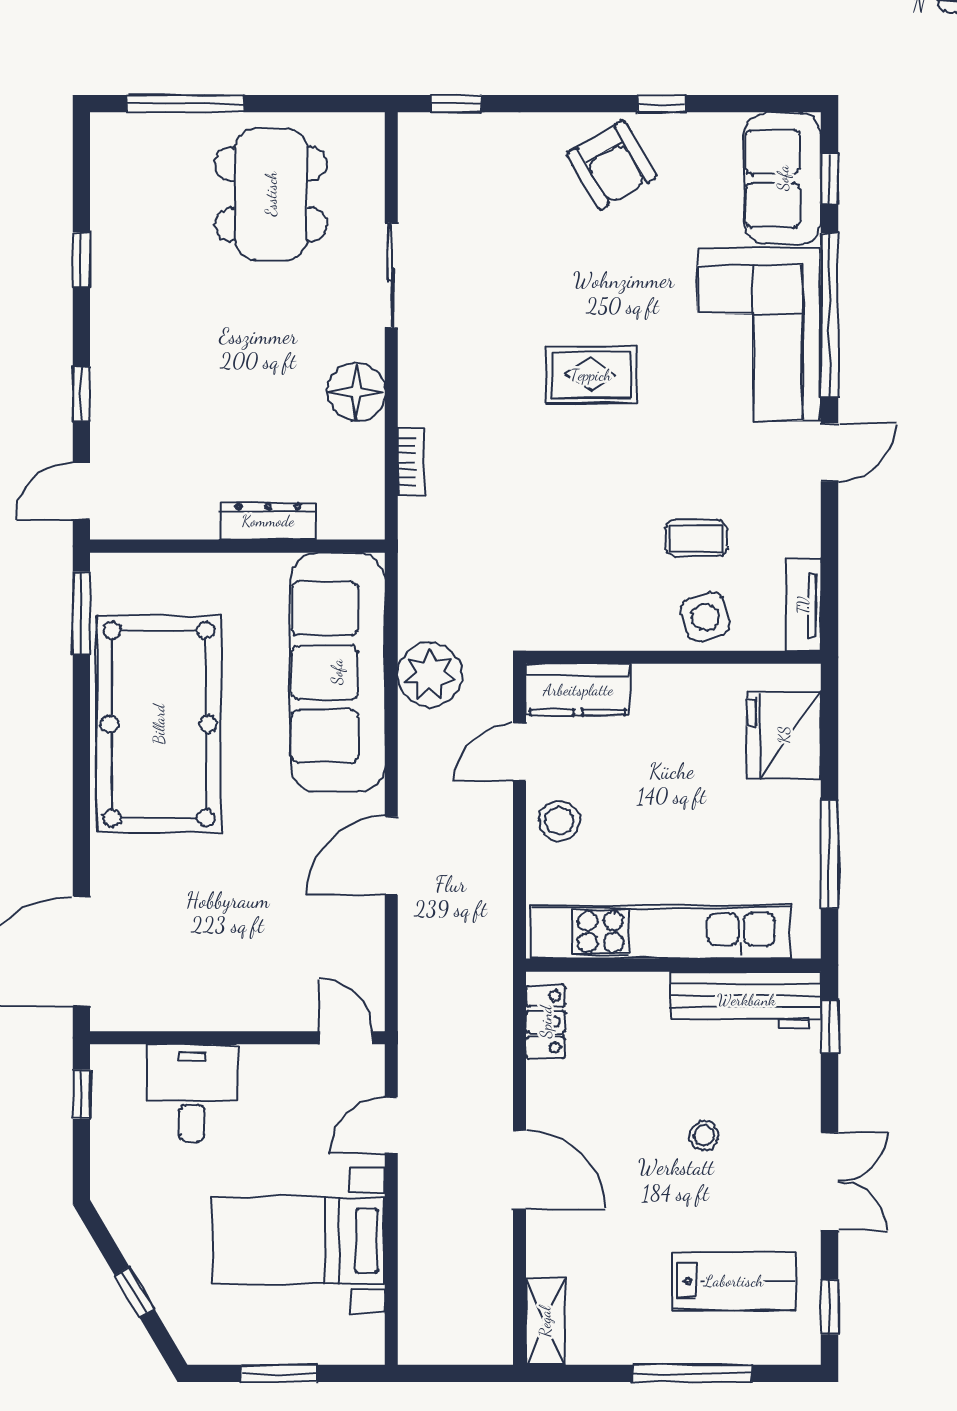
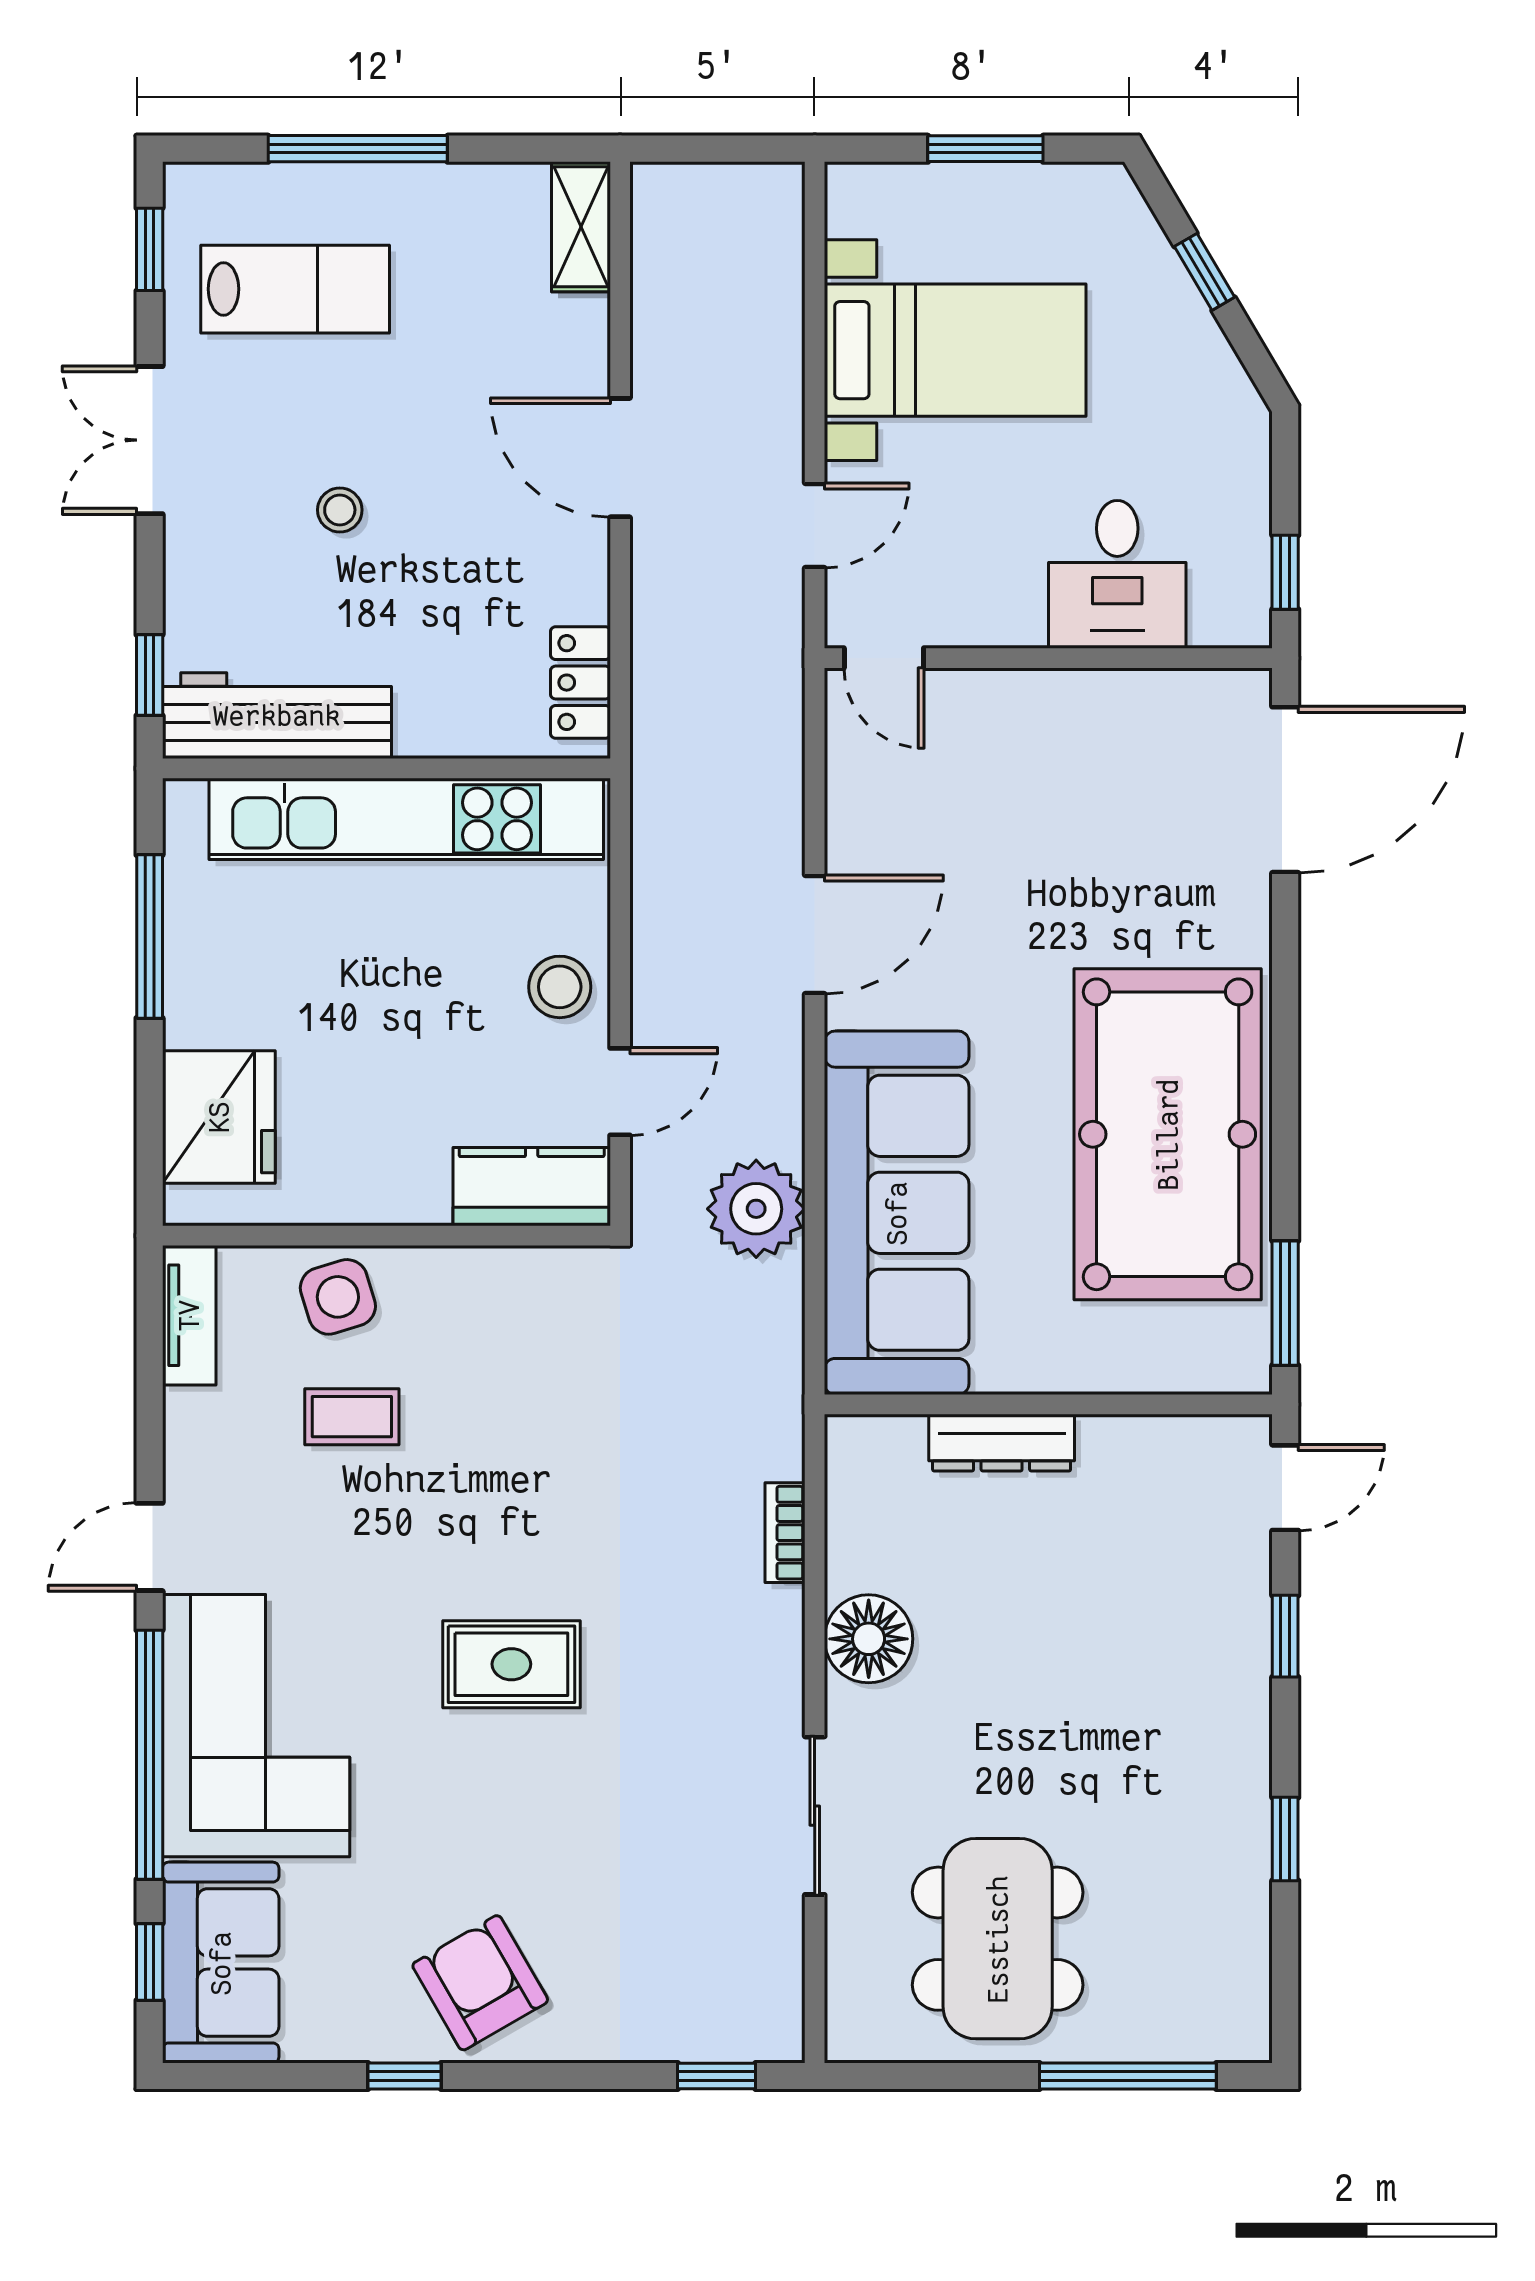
lab bench: (734, 1281) -> (295, 289), turned 180

